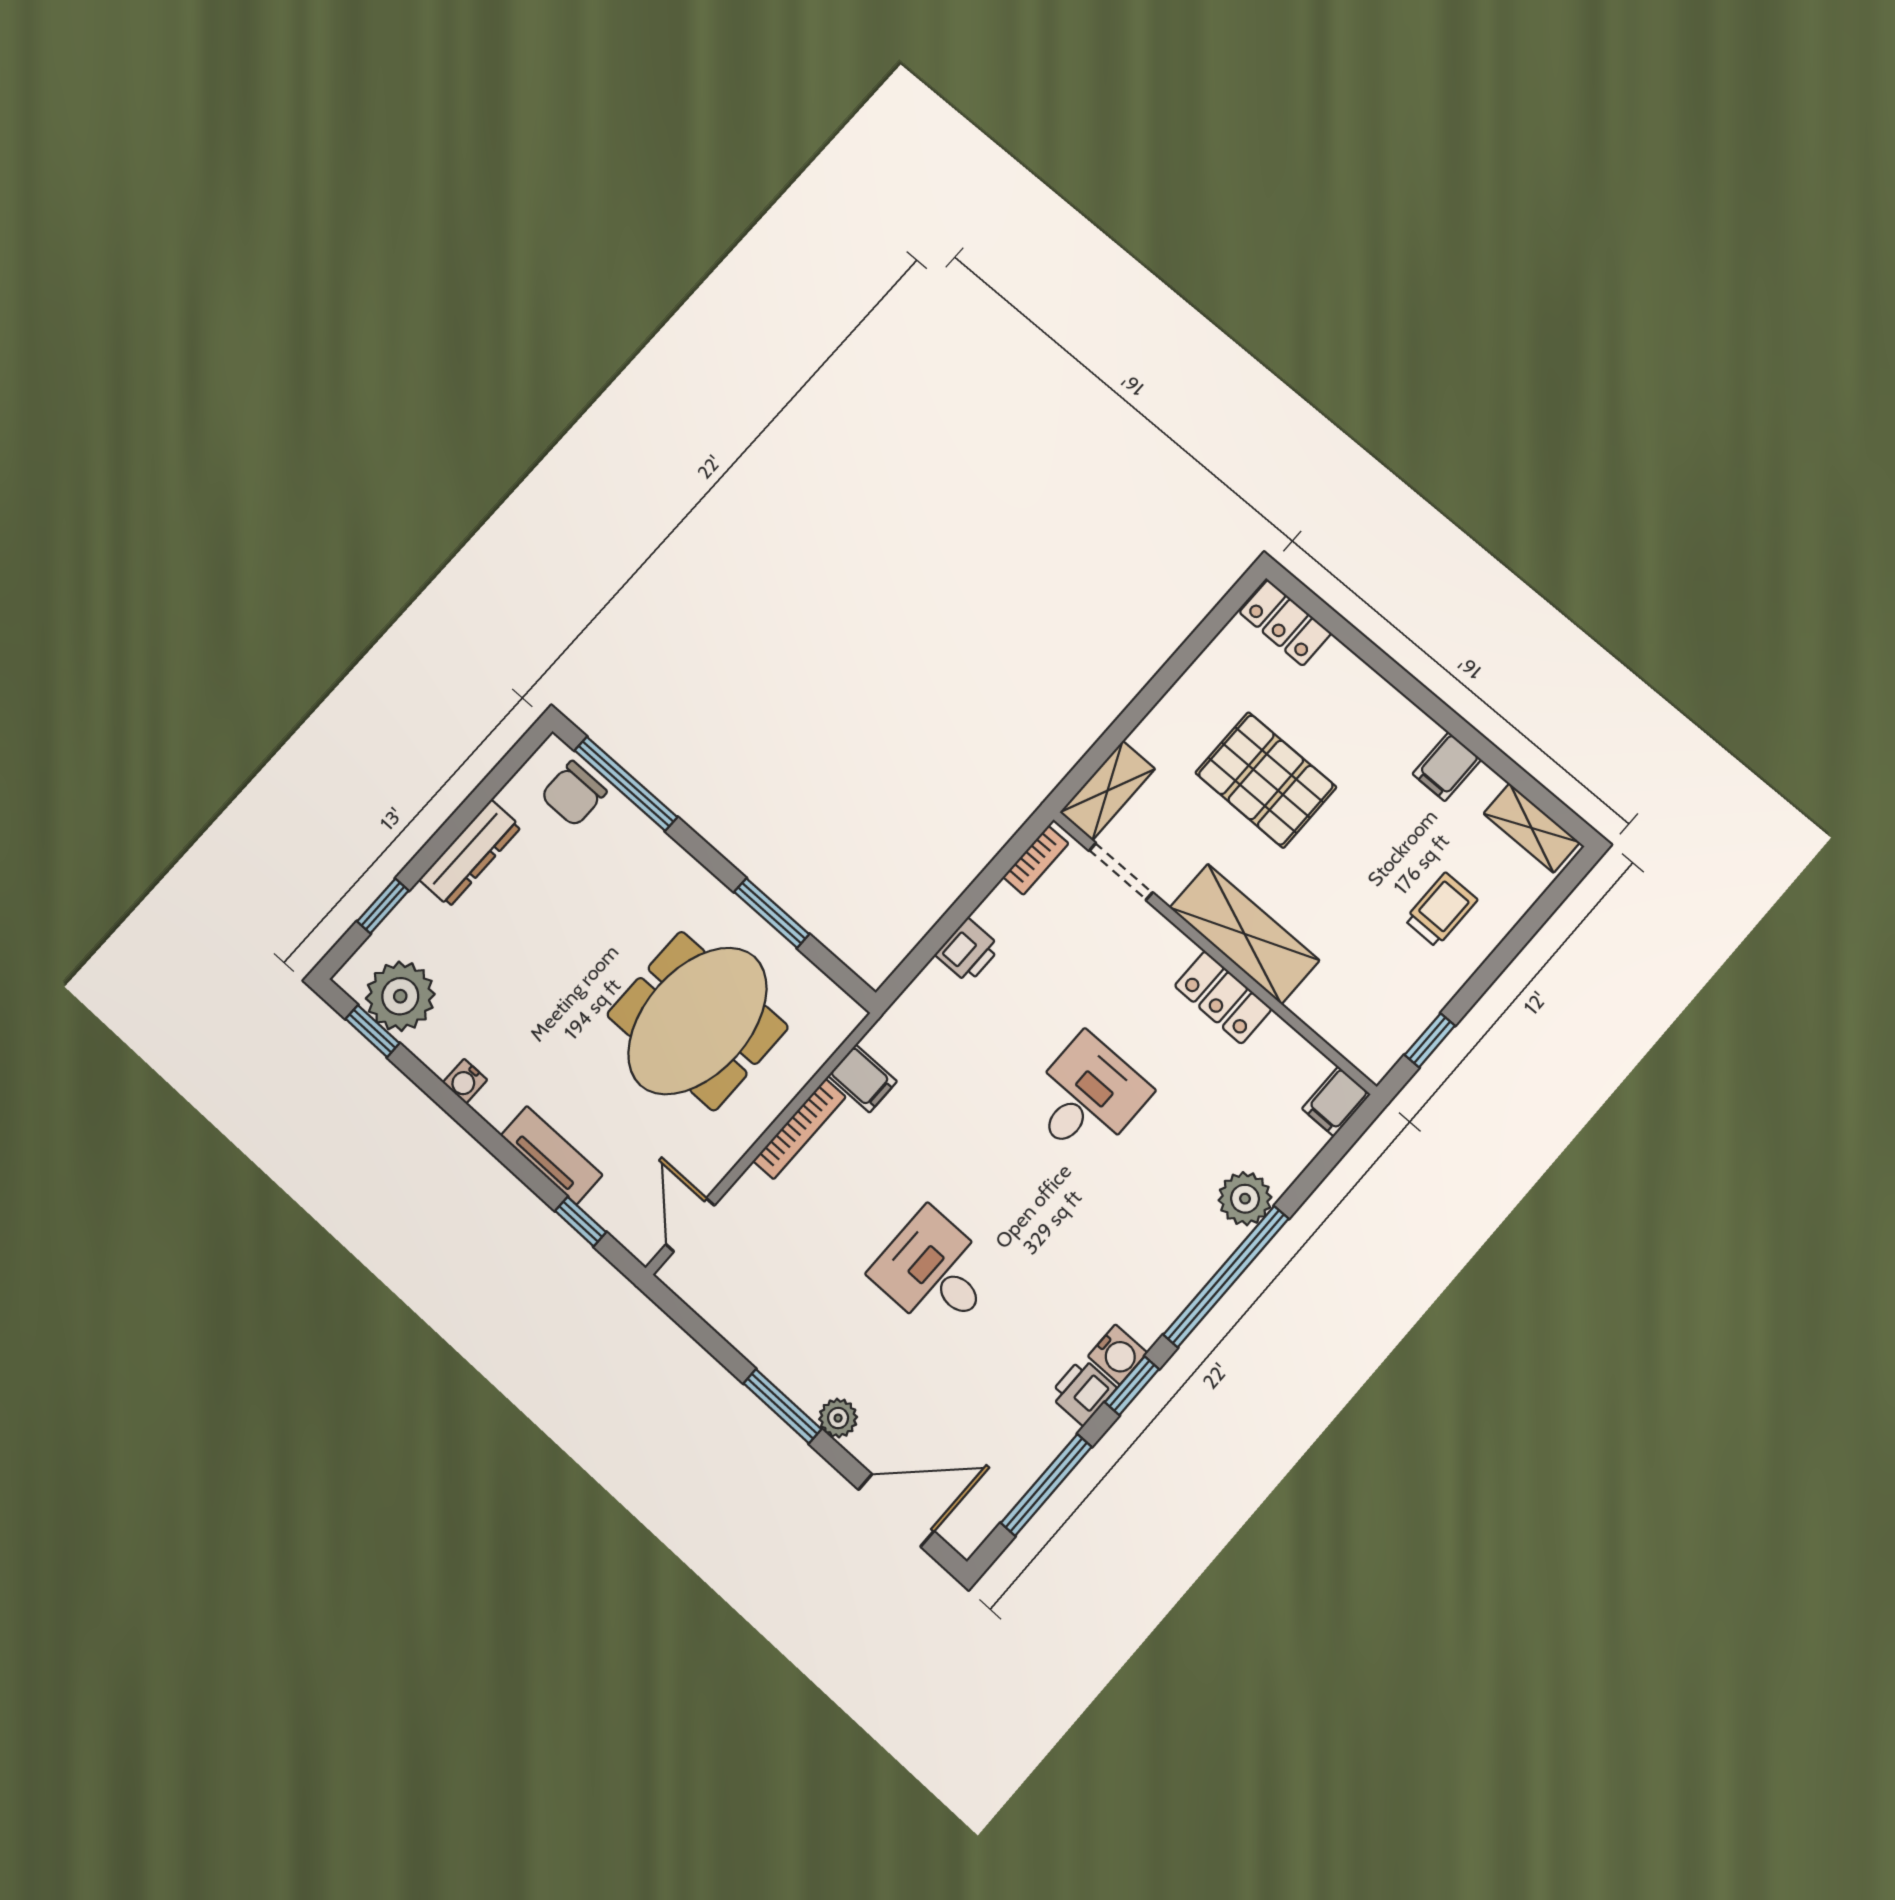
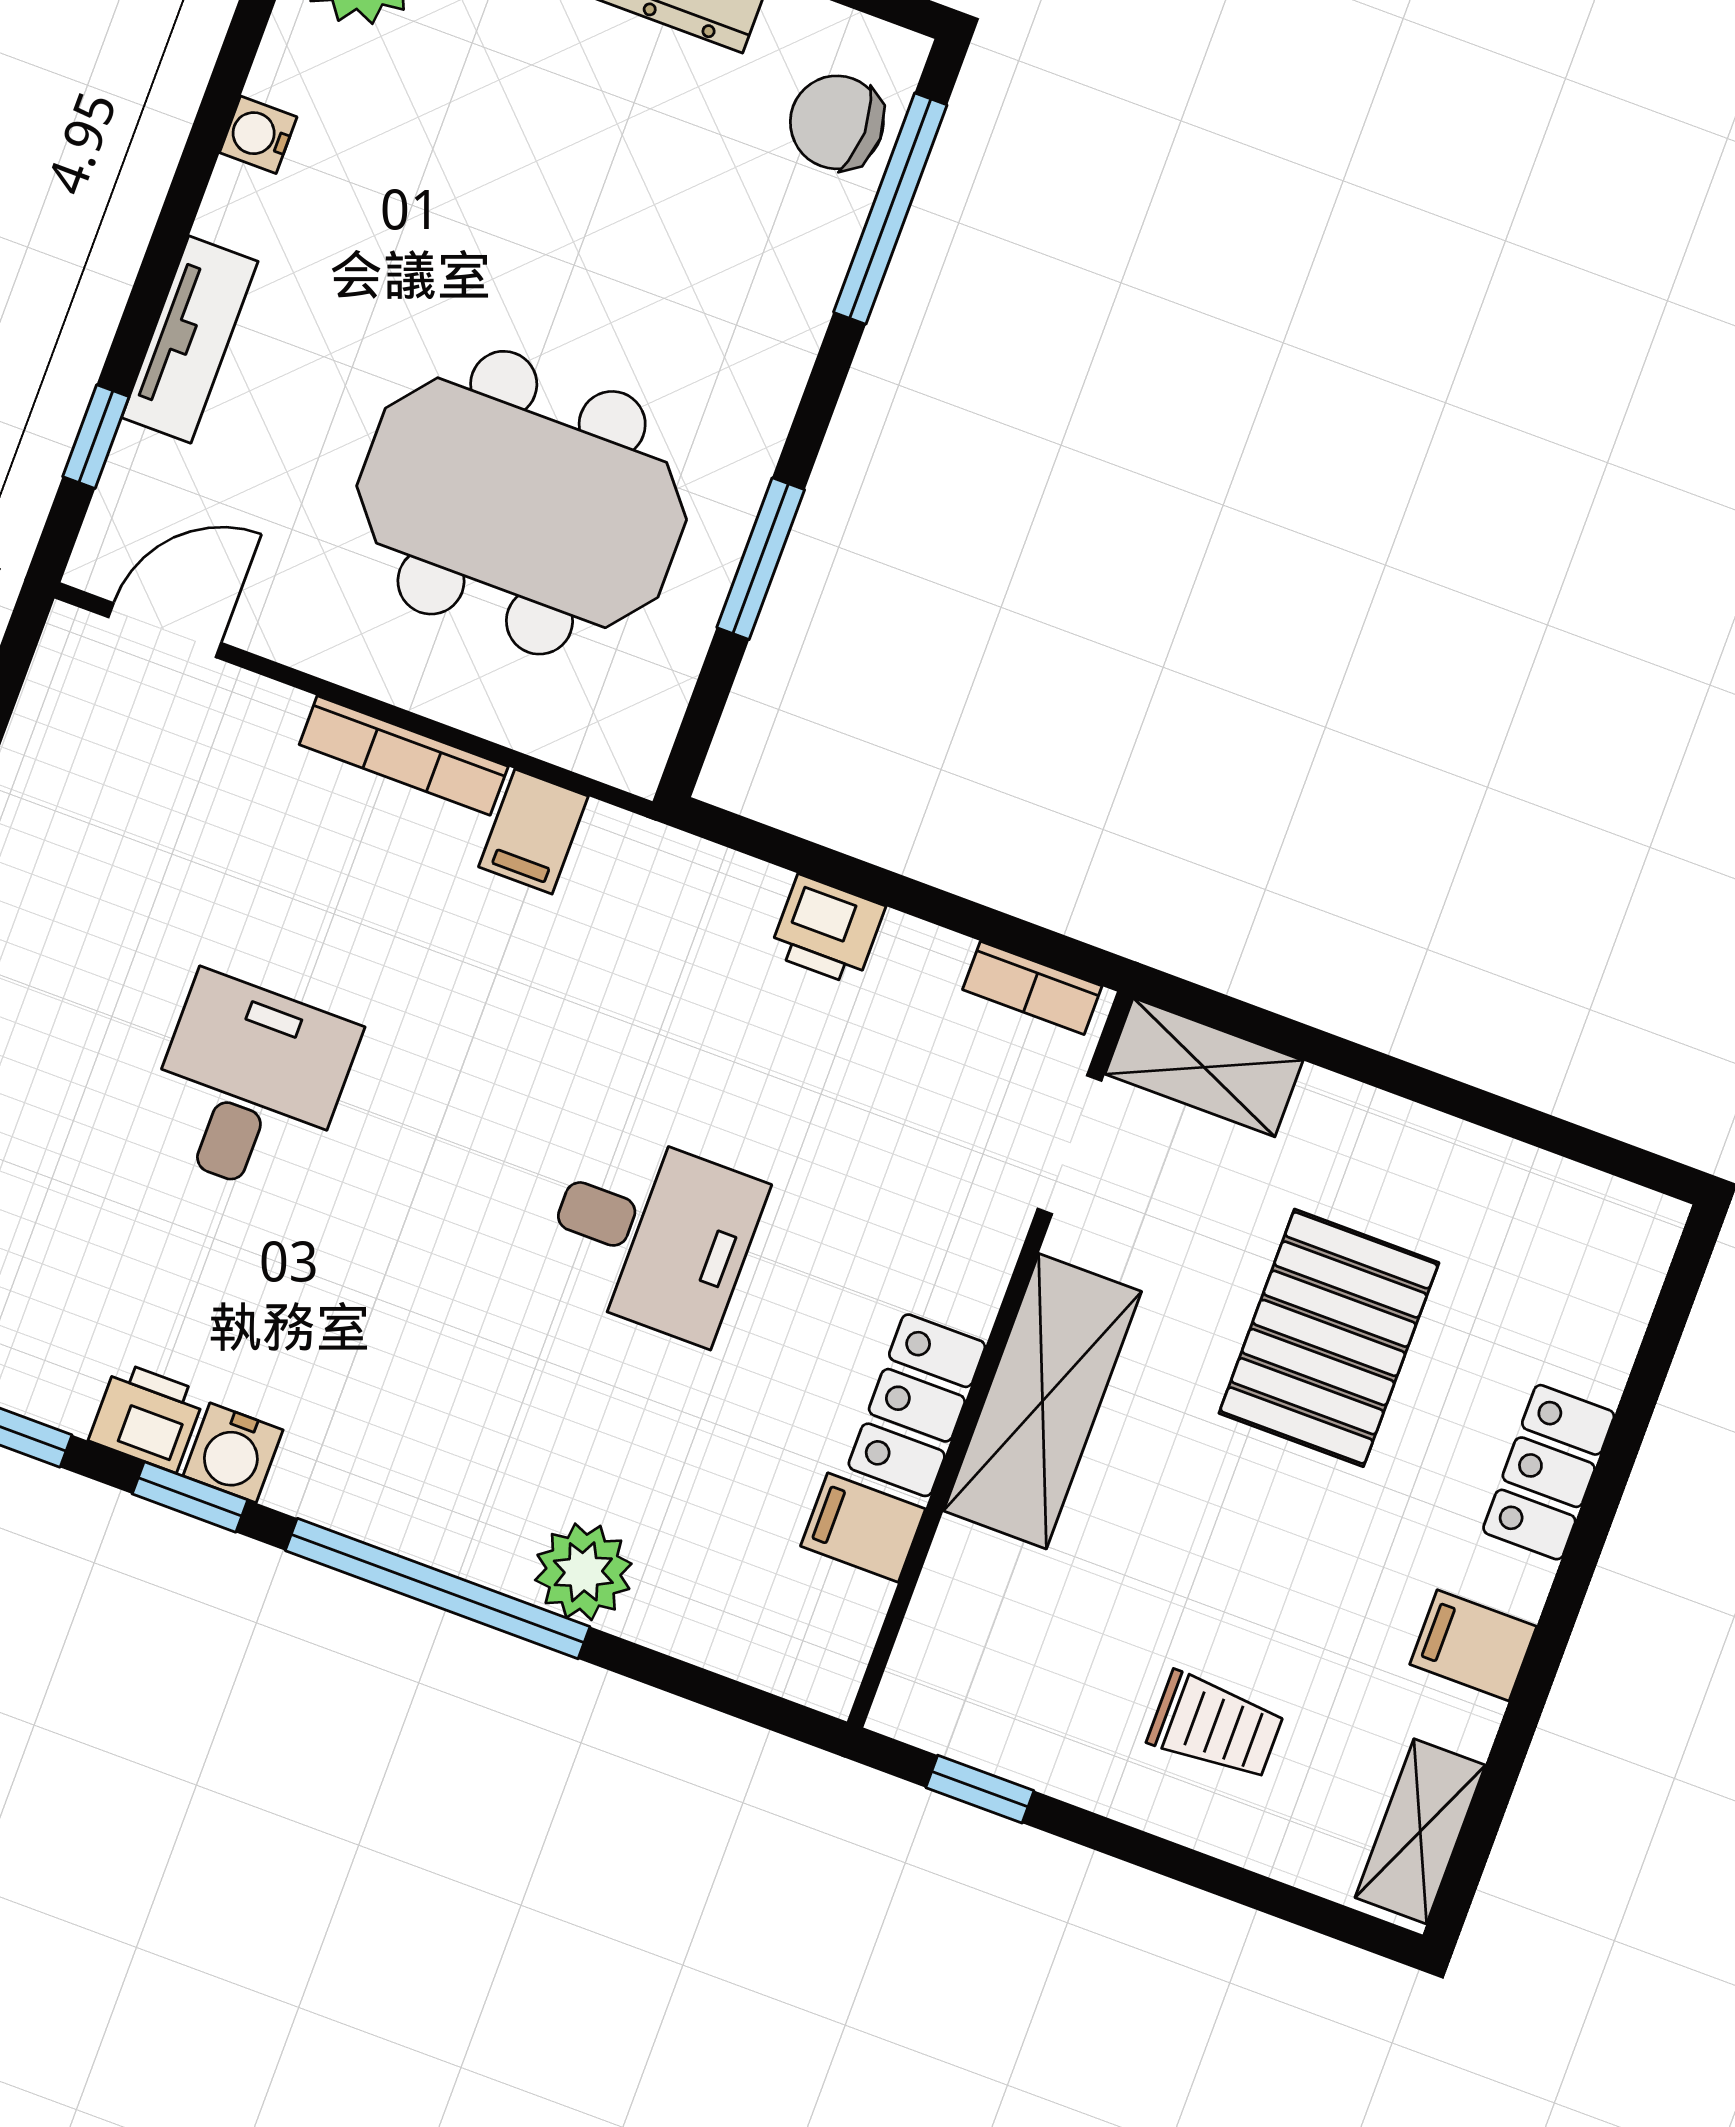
locker: (1285, 623) -> (1549, 1472), moved
filing cabinet: (1336, 1101) -> (863, 1528), moved

